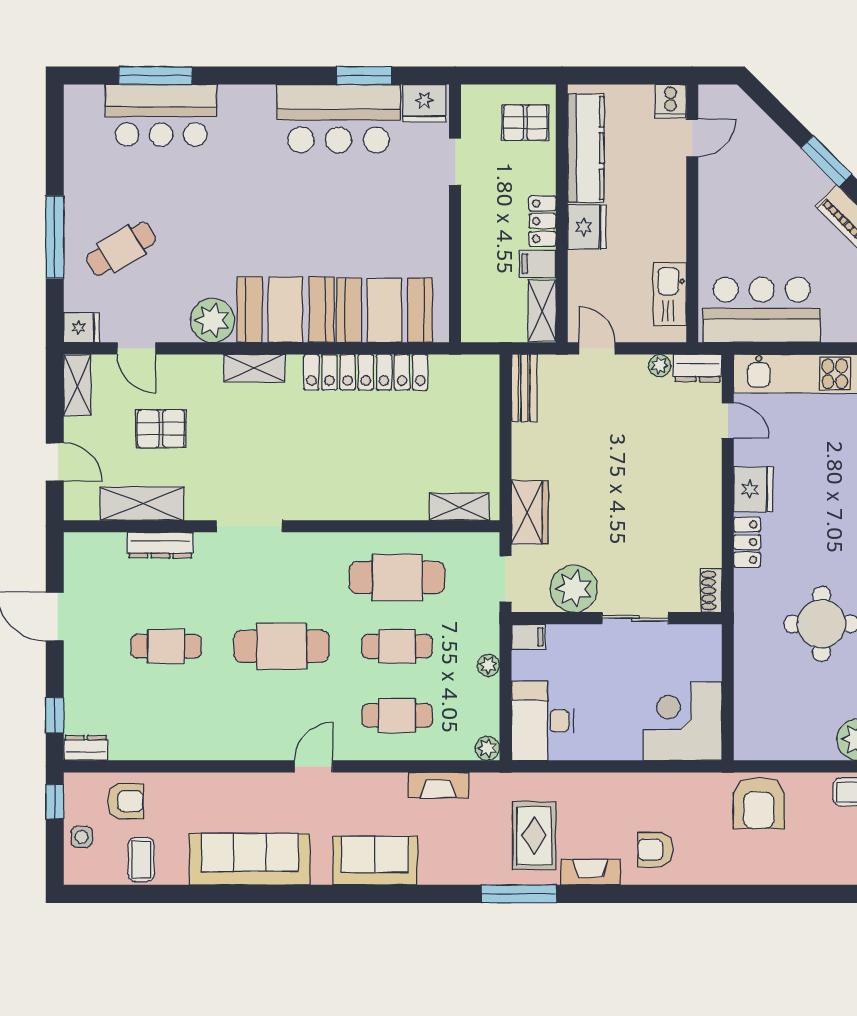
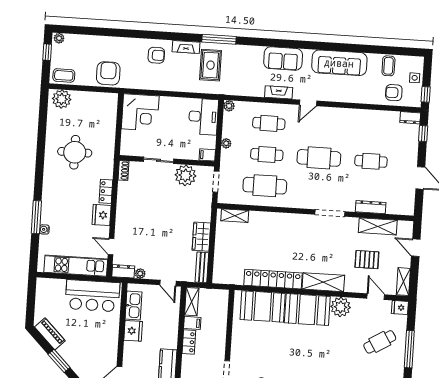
fridge: (587, 227) -> (133, 331), moved, turned 180
shelving: (254, 368) -> (323, 282), width x1.50, depth x1.33
wardrobe: (530, 512) -> (201, 237), moved
fireplace: (438, 785) -> (279, 92), moved

